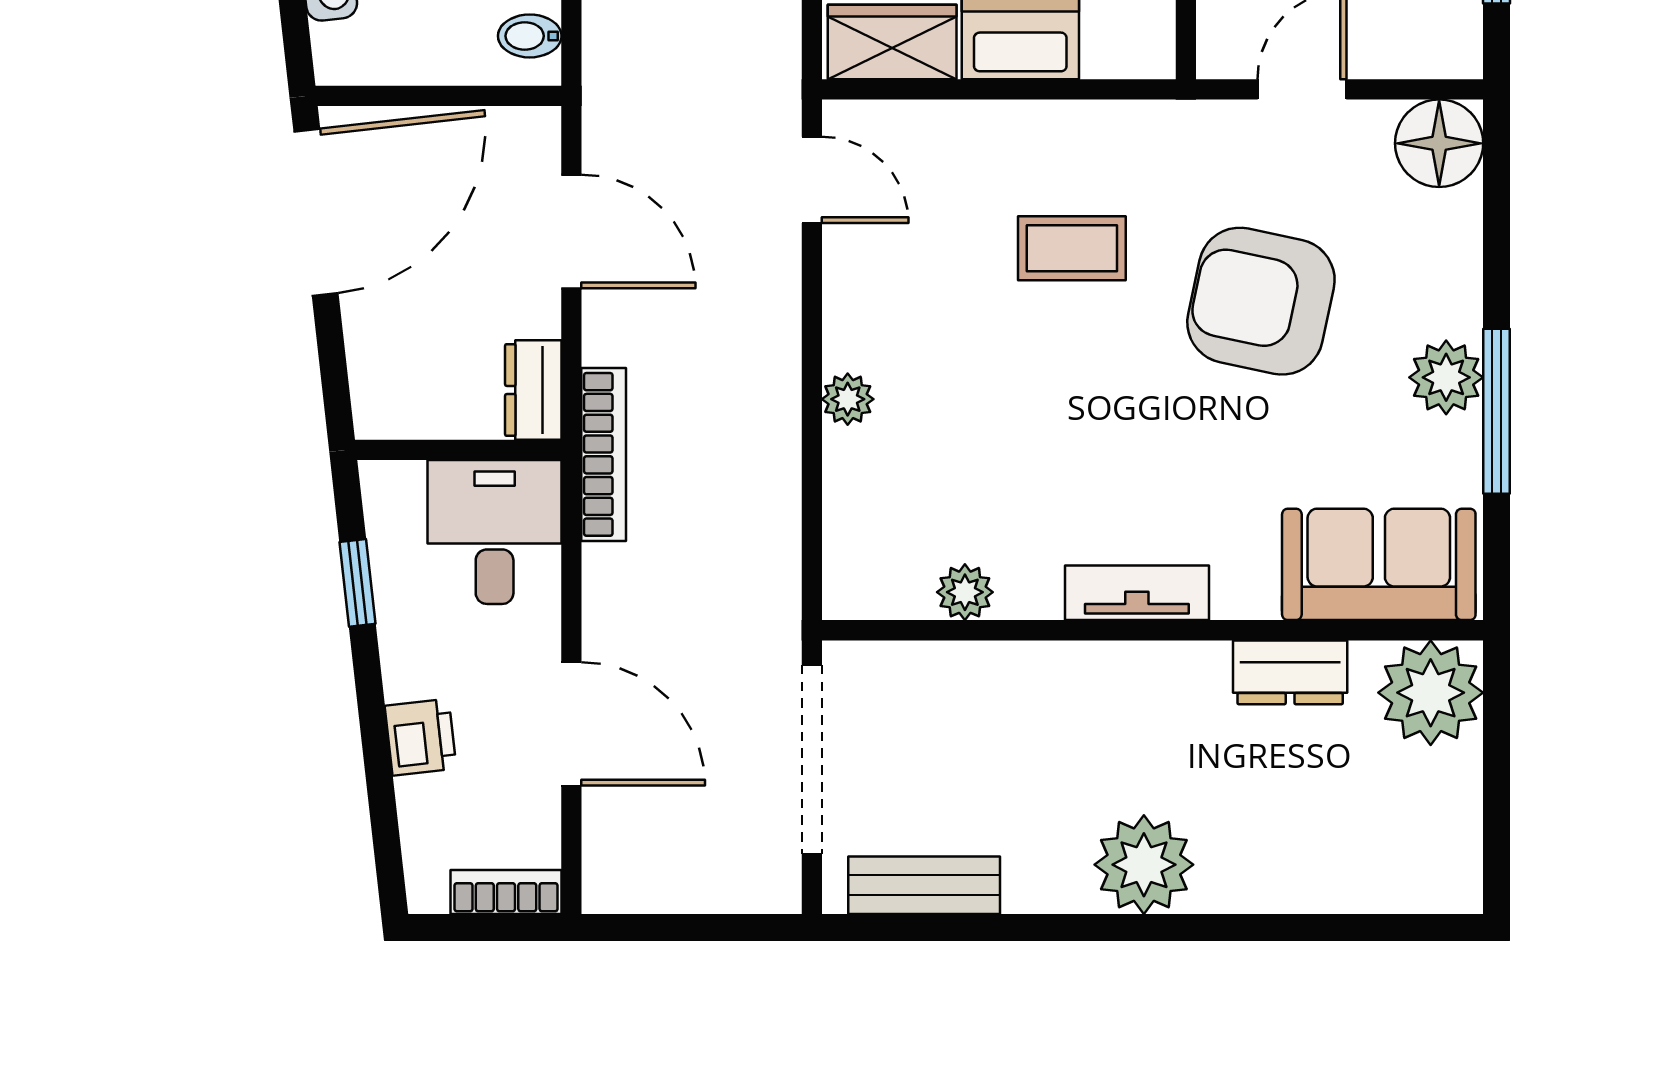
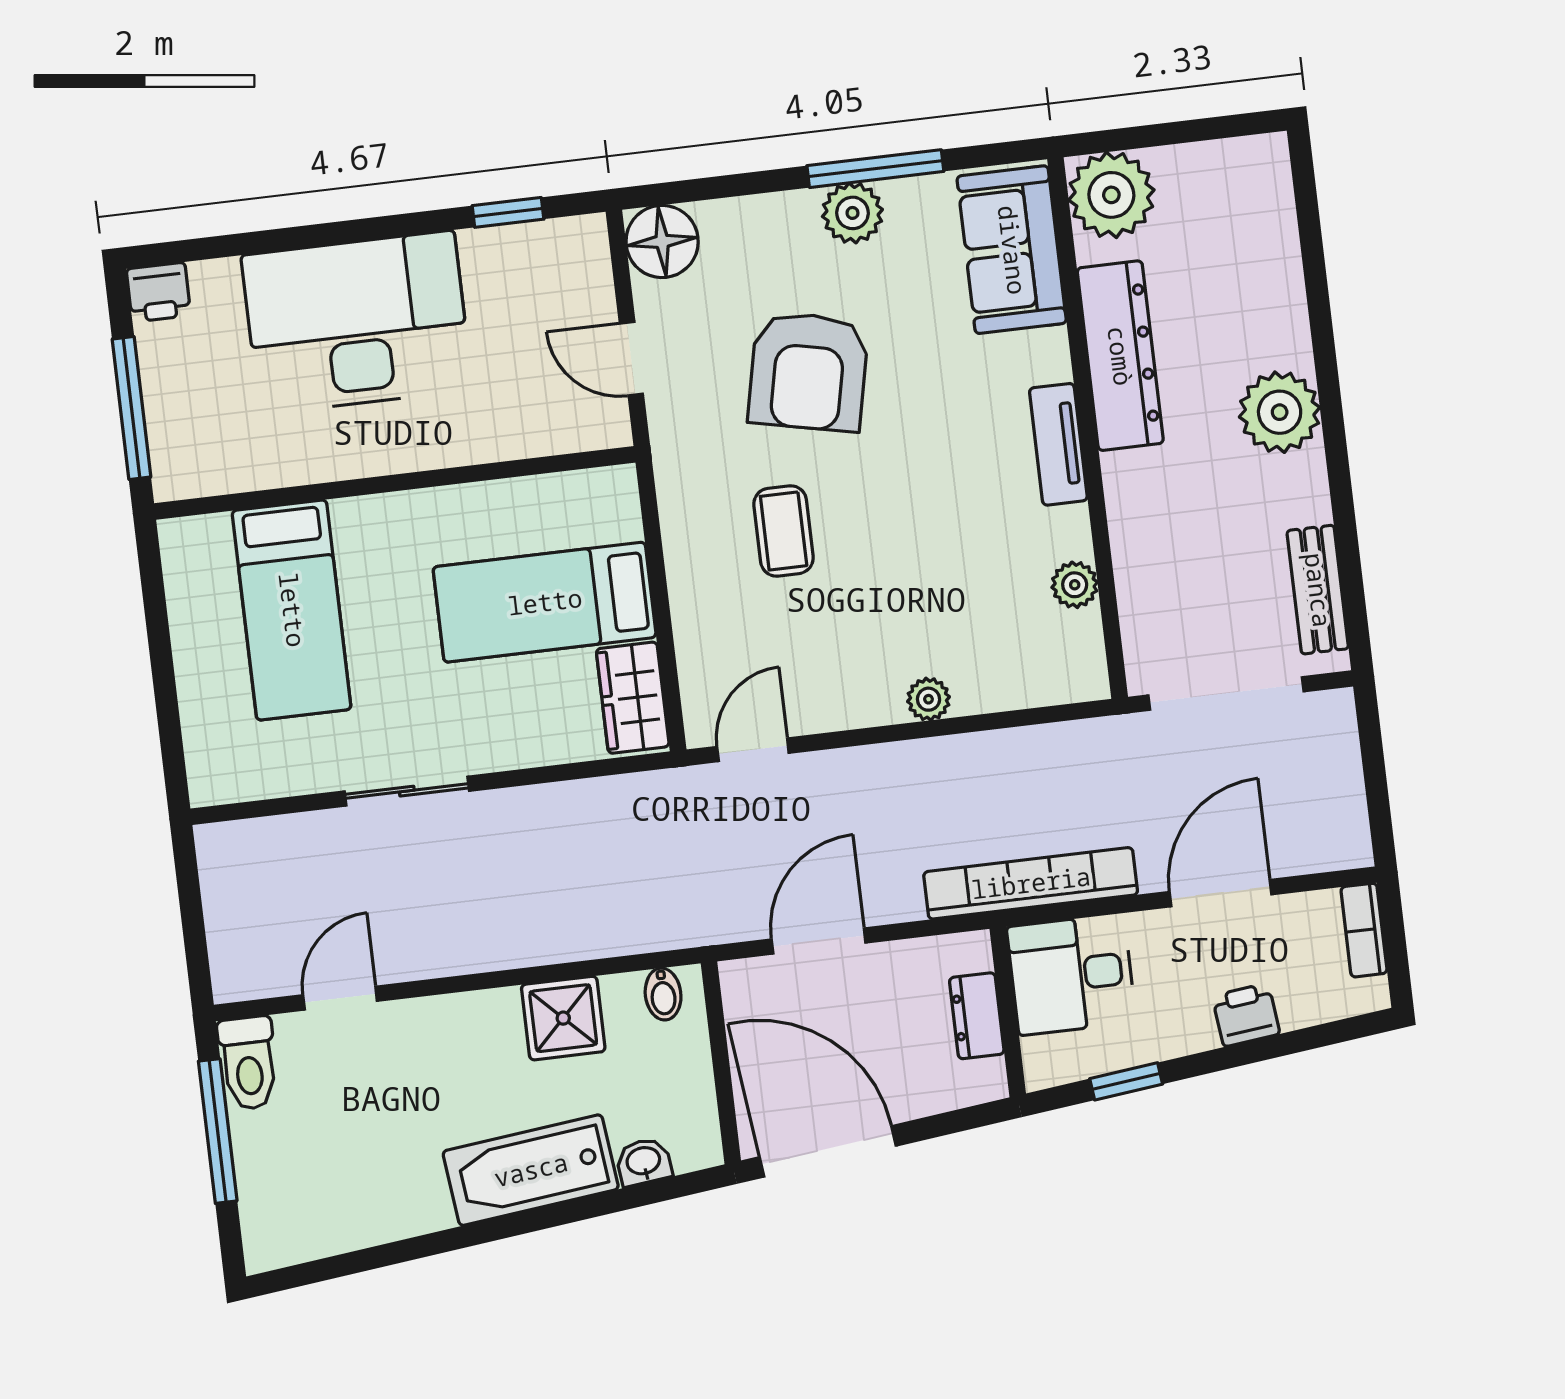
dresser: (533, 390) -> (977, 1016), moved, turned 90
bookcase: (604, 454) -> (1031, 883), width x1.48, depth x1.31
dresser: (1290, 672) -> (1120, 356), width x1.96, depth x1.24

